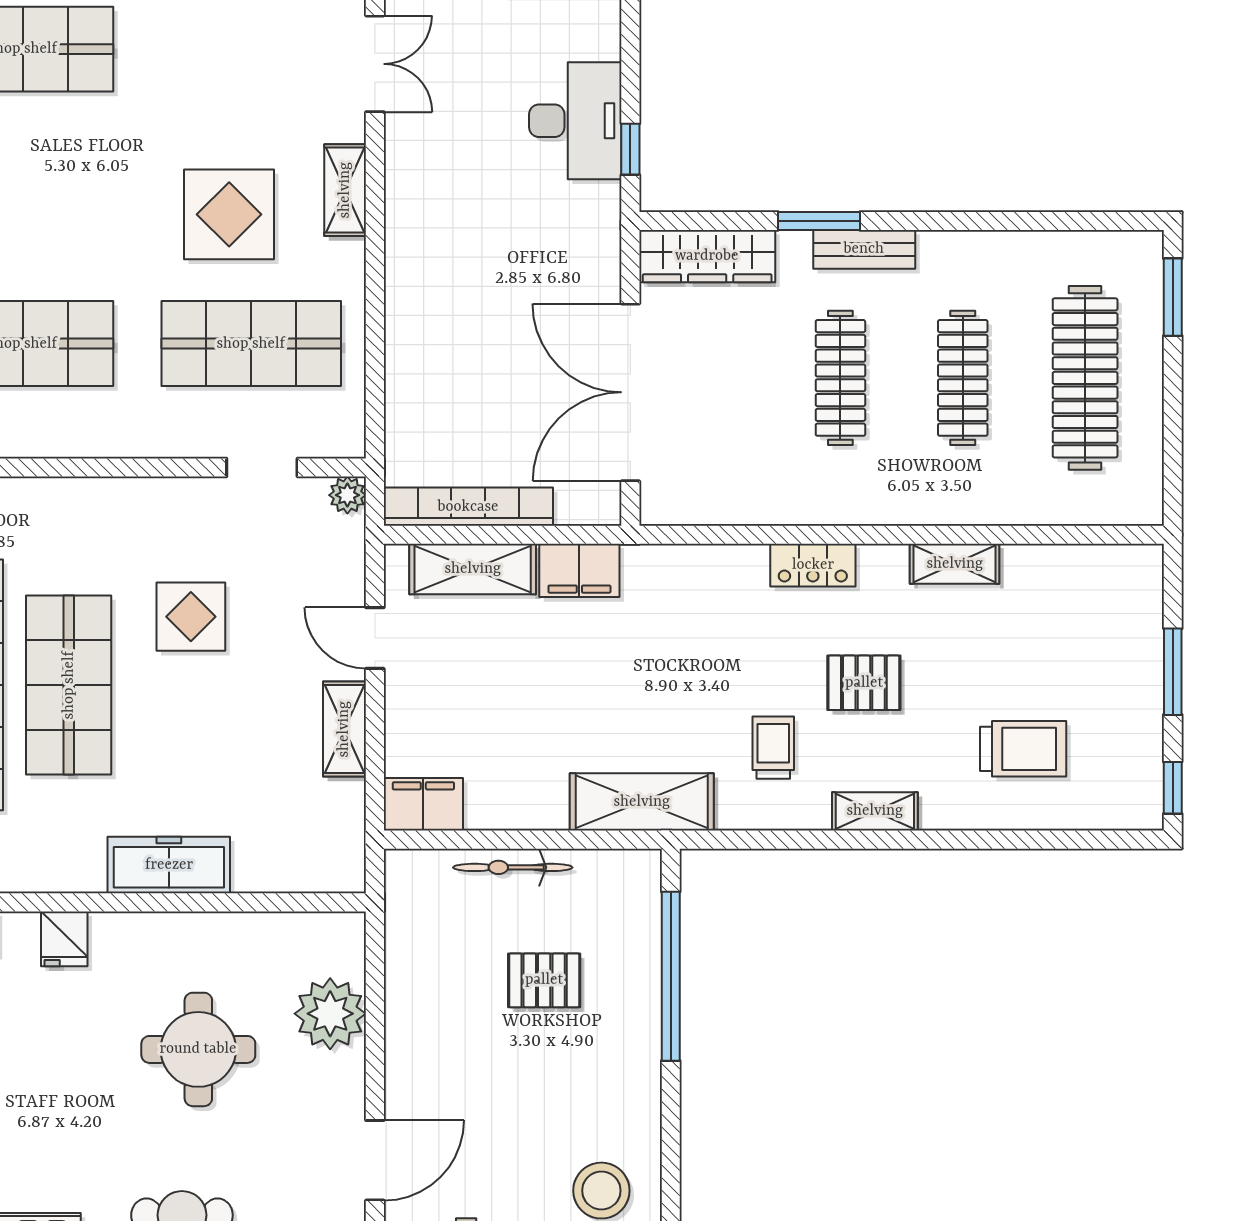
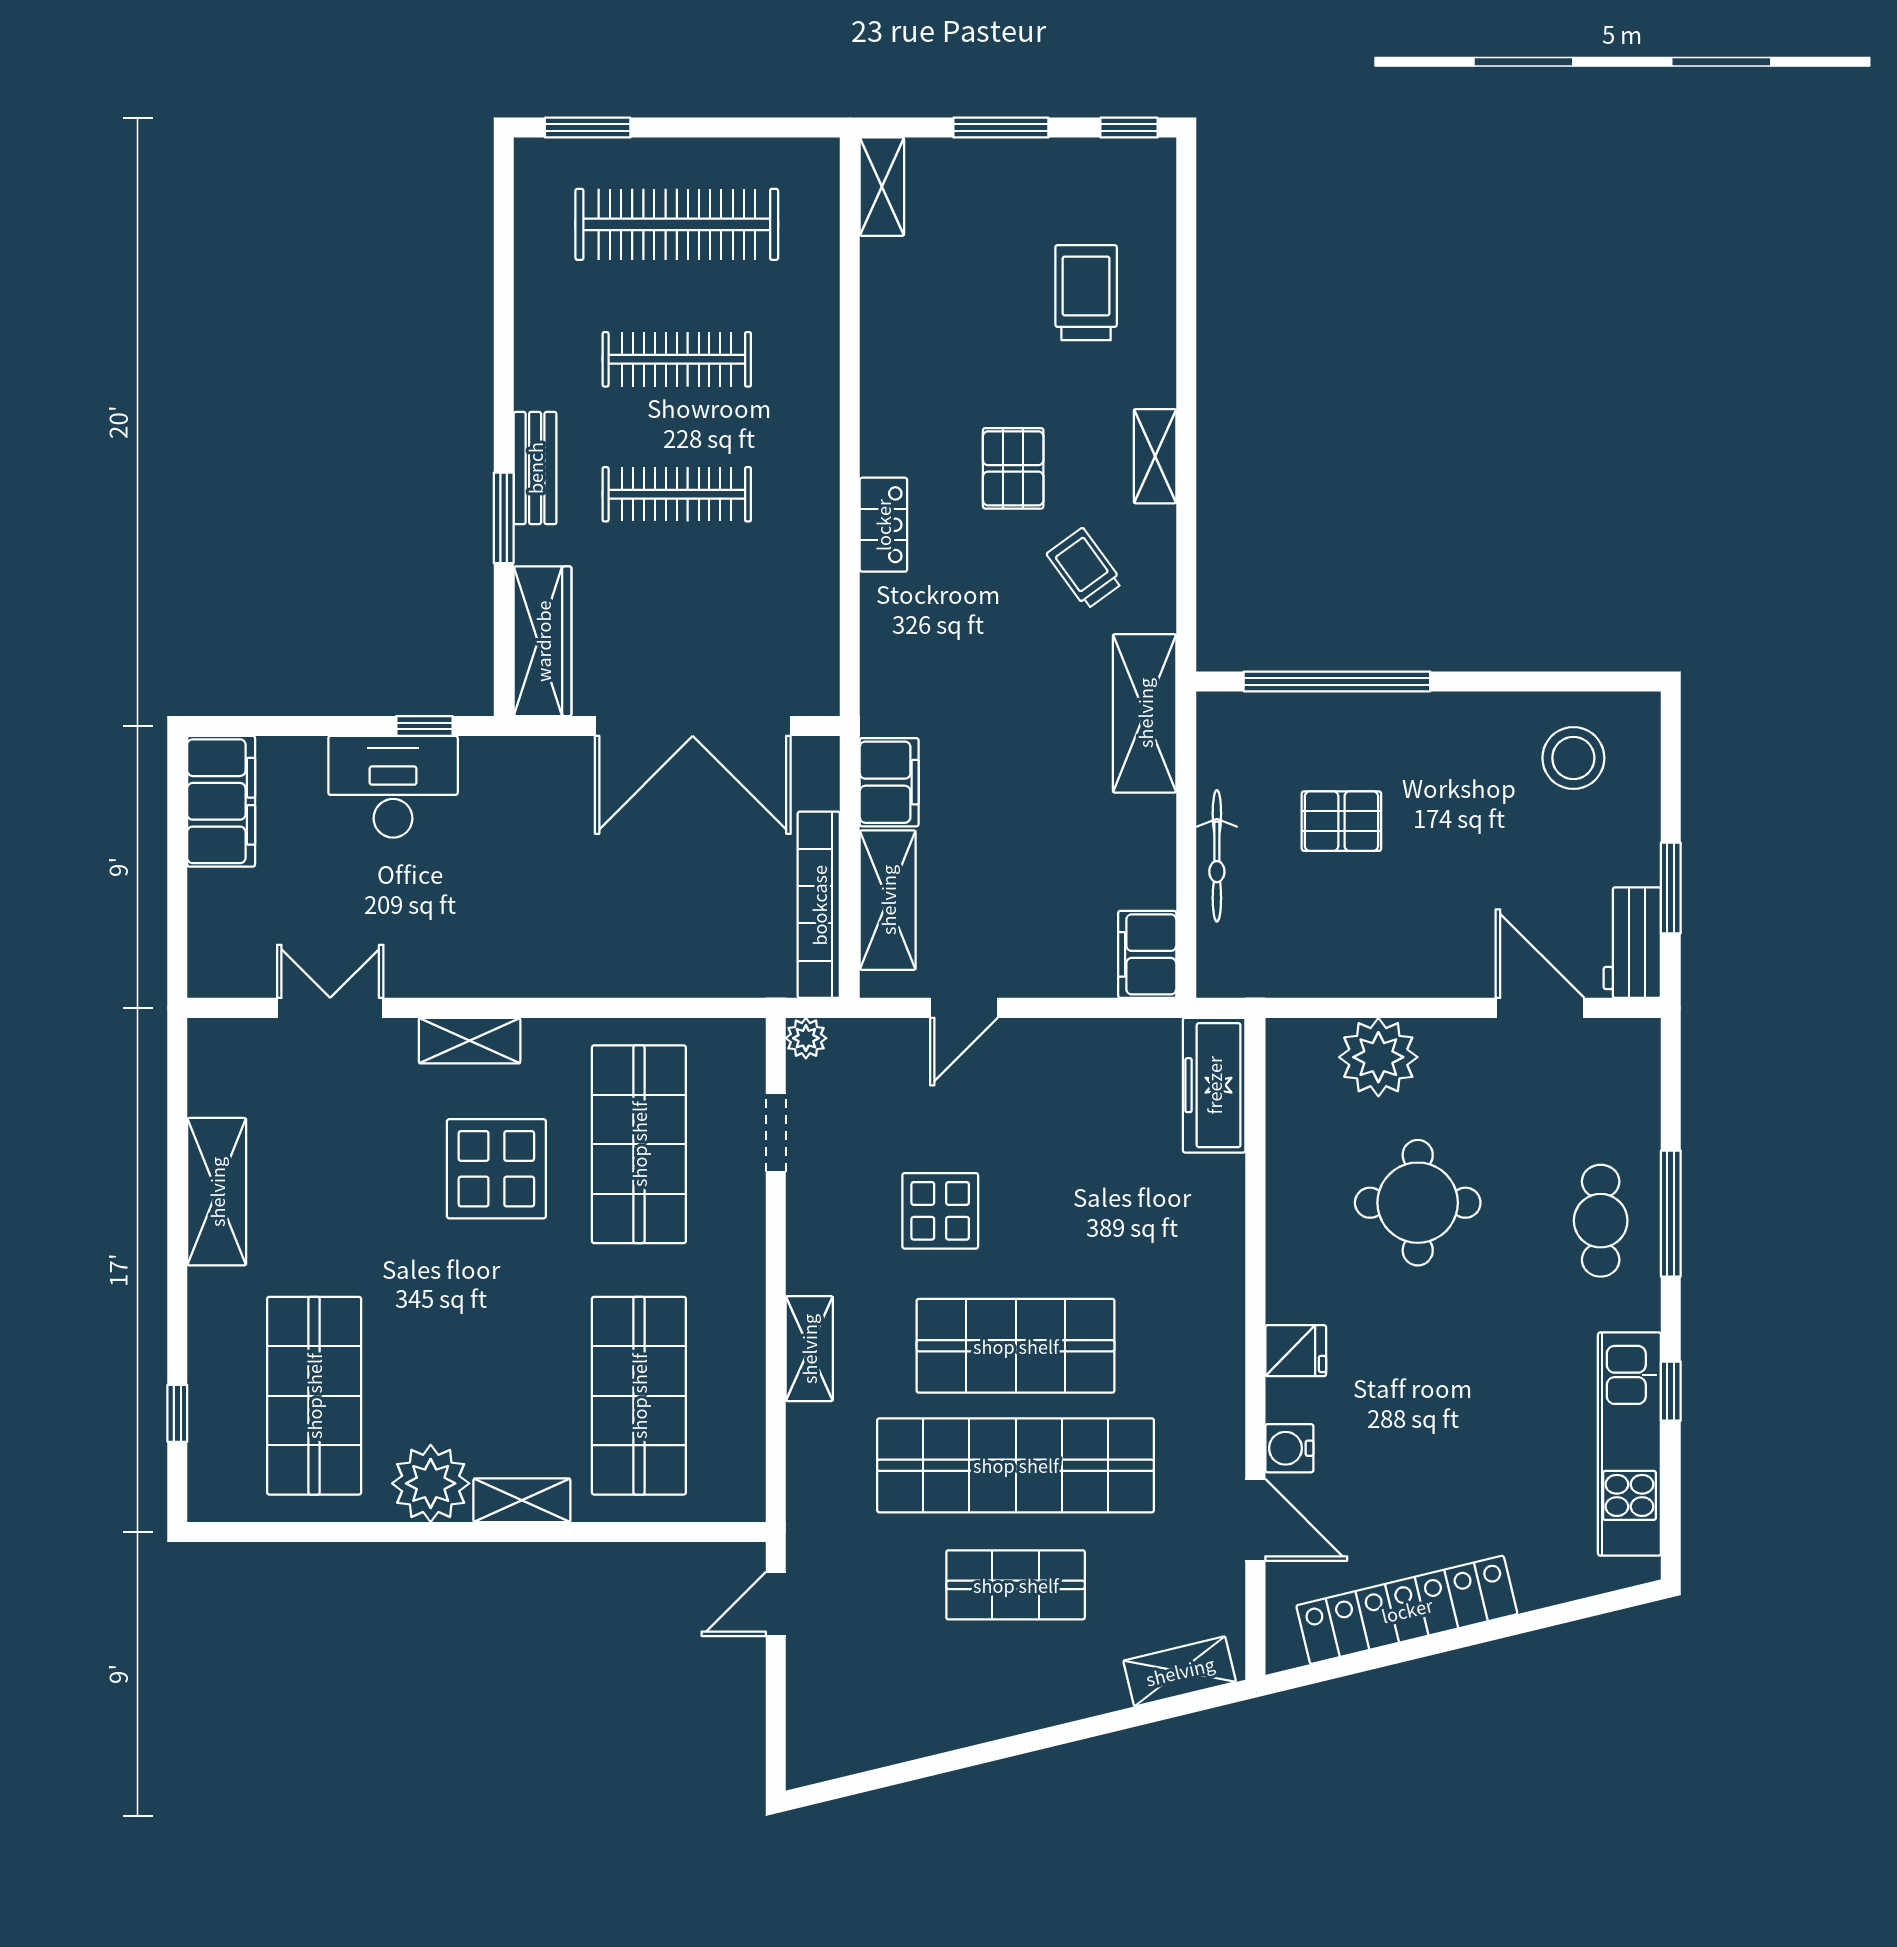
shelving: (955, 564) -> (882, 187), moved
shelving: (344, 729) -> (809, 1349), moved, turned 90
trolley: (773, 748) -> (1085, 568), turned 54
freezer: (169, 865) -> (1214, 1085), moved
pallet: (544, 980) -> (1341, 821), turned 90

